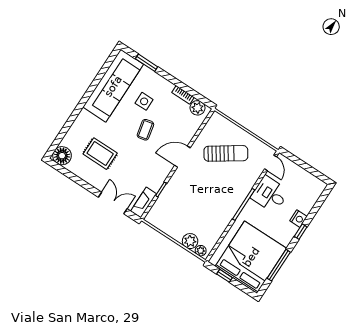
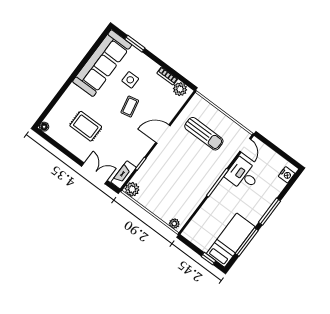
sun lounger: (226, 153) -> (204, 134), turned 34
floor lamp: (62, 156) -> (44, 127), width x0.53, depth x0.53
nightstand: (298, 219) -> (287, 175), moved
window: (301, 232) -> (269, 212), width x2.17
plant: (190, 241) -> (132, 189), moved
bed: (251, 257) -> (231, 240), width x0.49
window: (224, 276) -> (209, 259), moved

